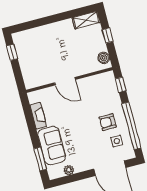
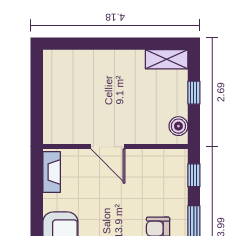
window: (12, 52) -> (37, 79), removed
fireplace: (38, 116) -> (52, 172), moved

